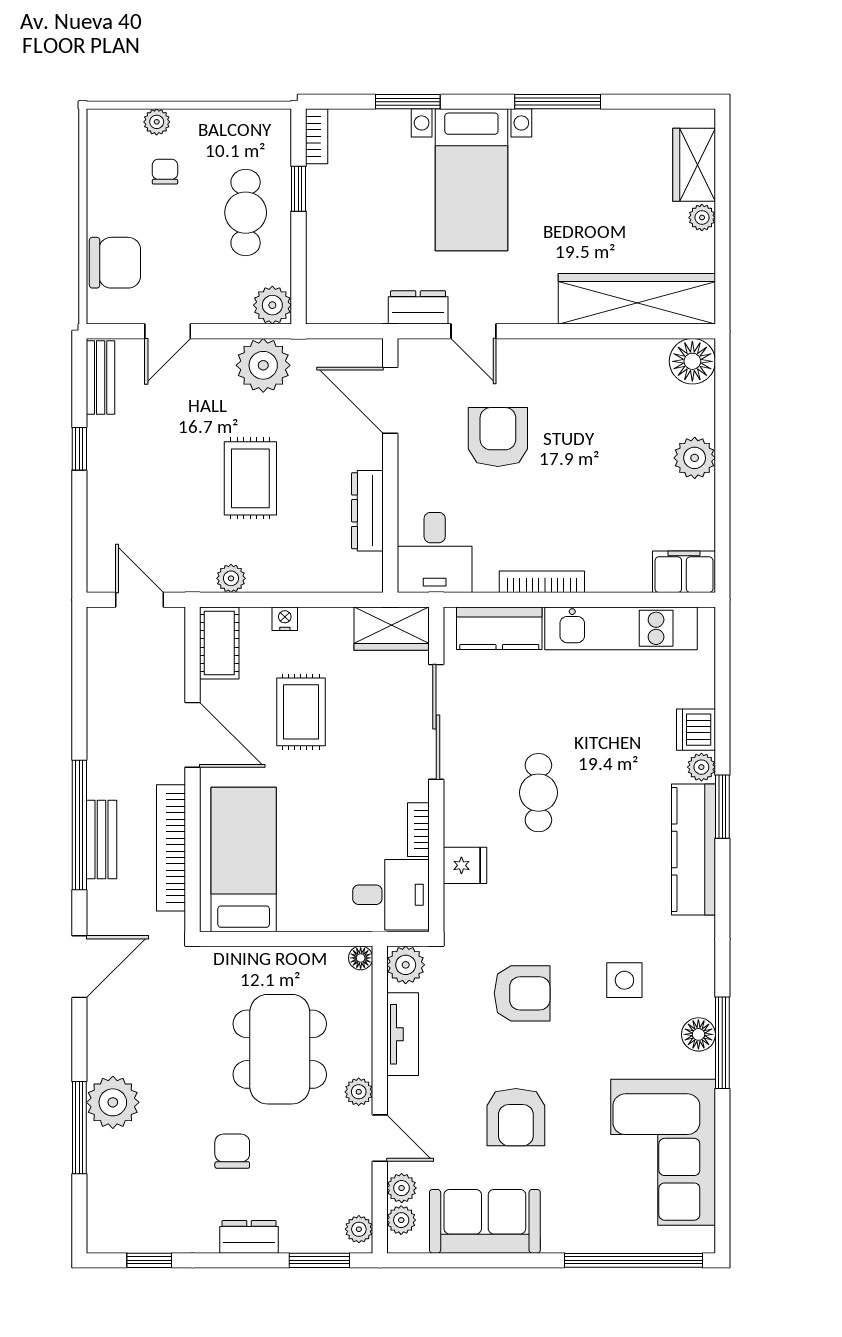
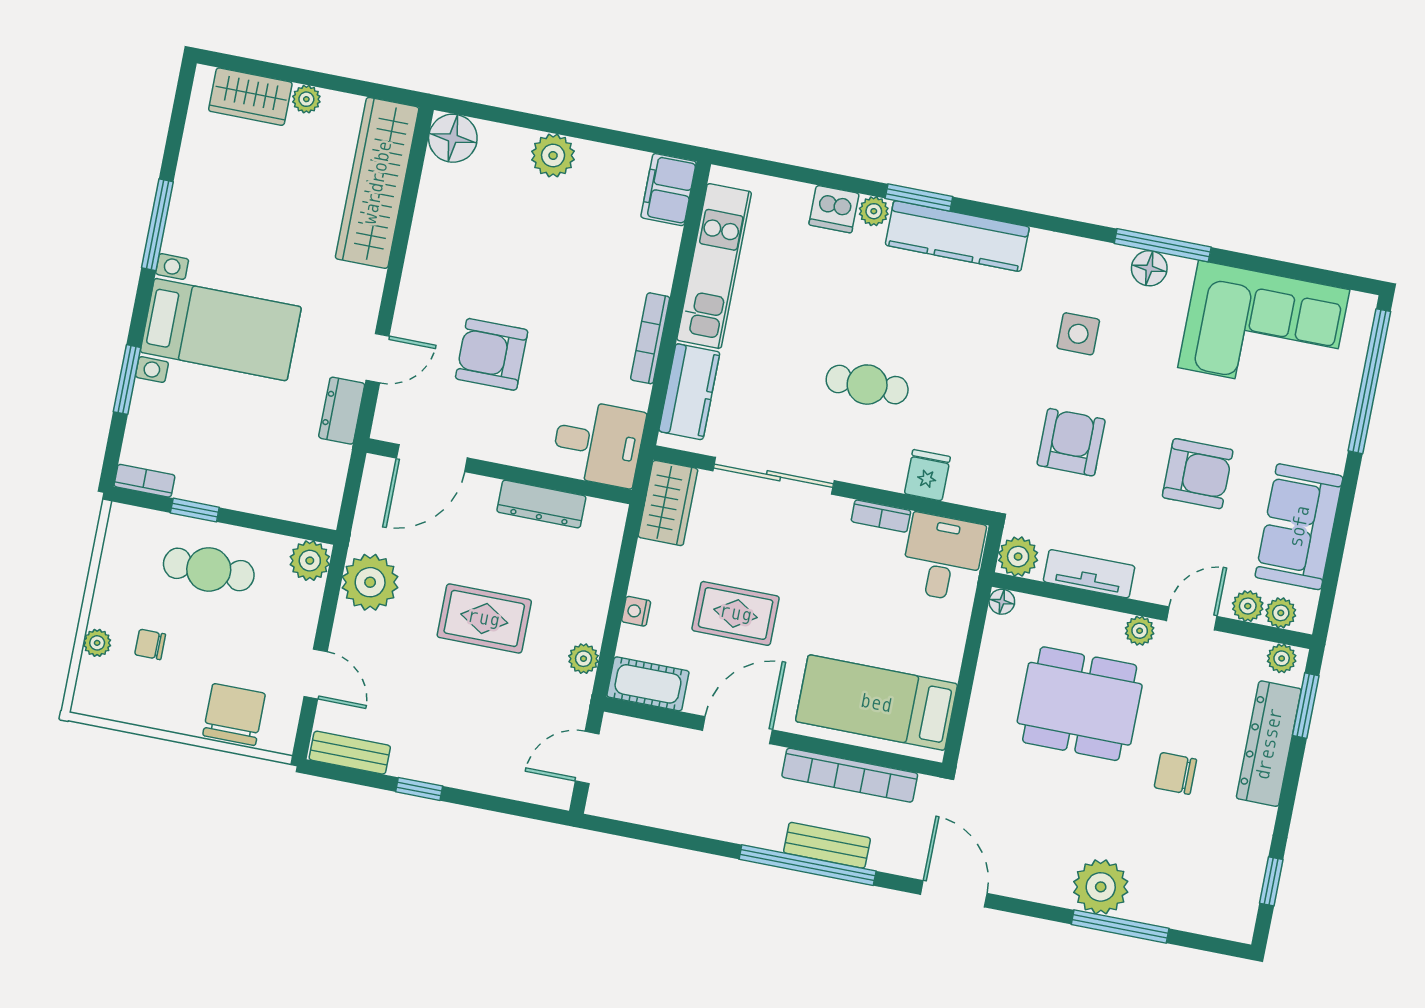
dresser: (249, 1237) -> (1269, 744), width x1.96, depth x1.24

